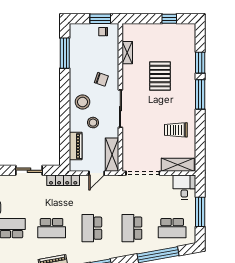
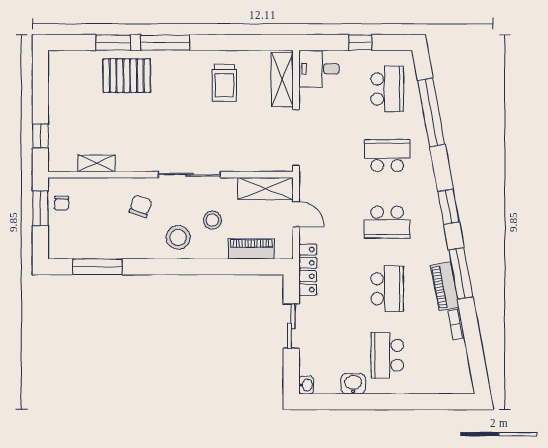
window: (169, 19) -> (40, 136), moved
pallet: (160, 76) -> (127, 76), moved
window: (200, 212) -> (360, 43), width x0.46
school desk: (132, 228) -> (387, 156), turned 180

